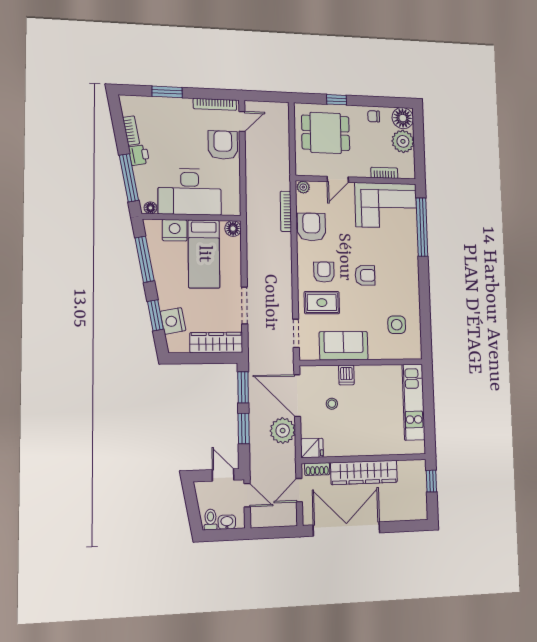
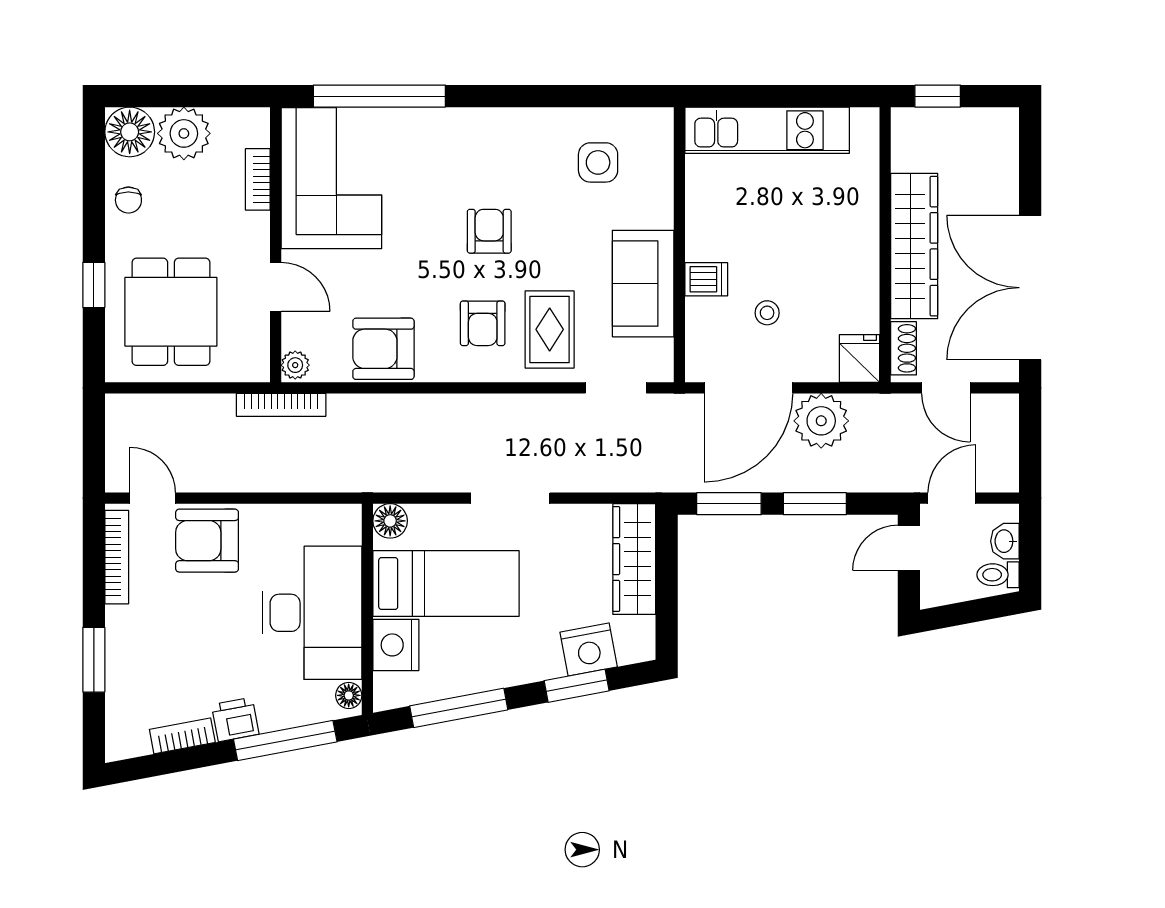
bookcase: (286, 211) -> (281, 405), moved
armchair: (324, 272) -> (483, 323), turned -90
doorway: (245, 305) -> (510, 498), moved

